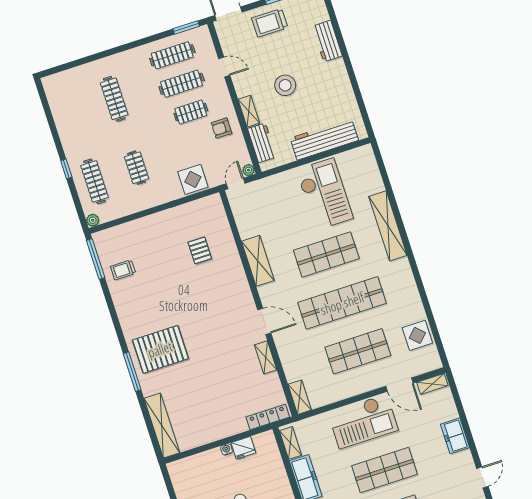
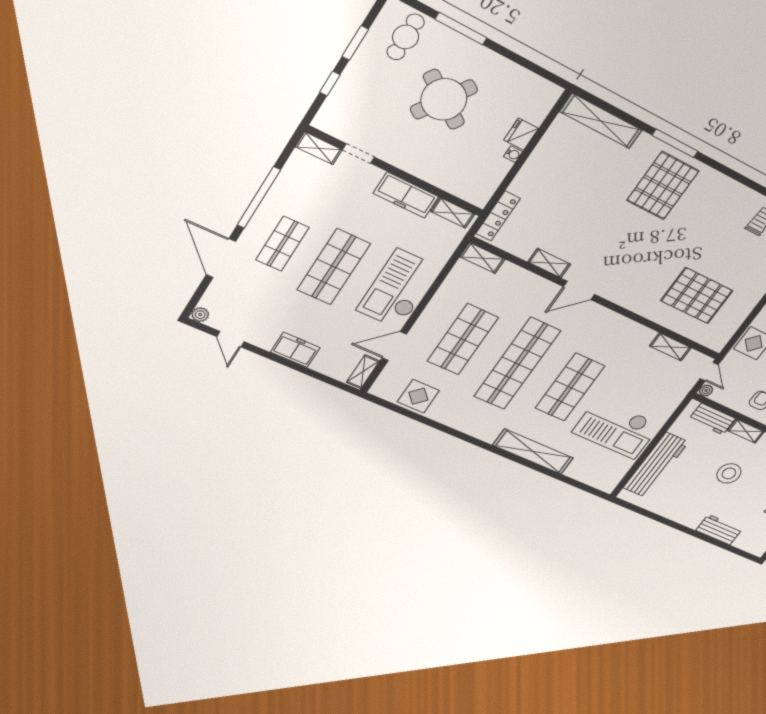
pallet: (200, 250) -> (697, 296), width x2.05, depth x2.00
shelving: (258, 261) -> (670, 347), moved, width x0.67, depth x0.75
fridge: (243, 448) -> (521, 134), moved

